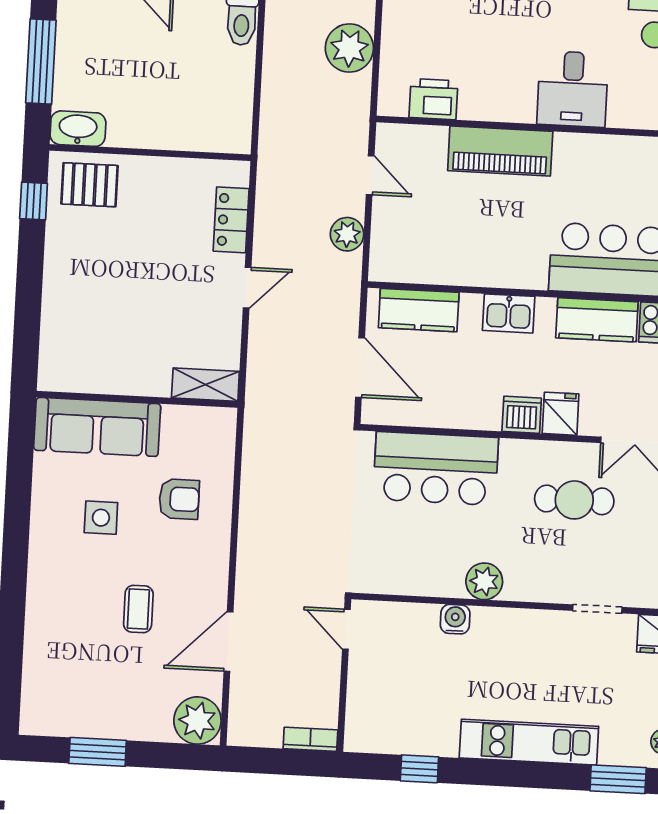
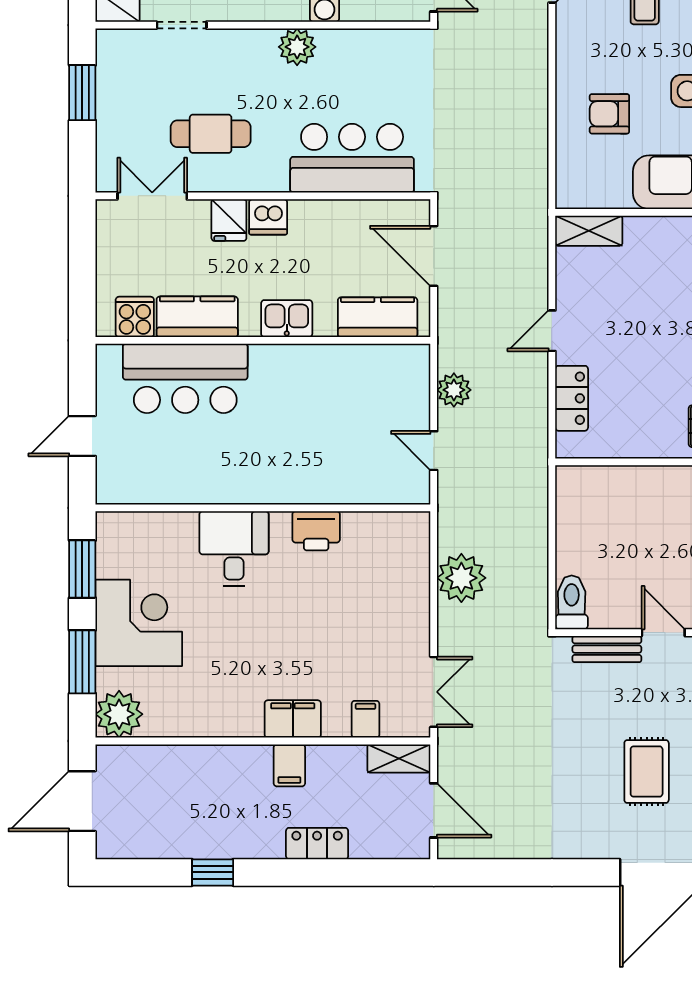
printer: (433, 99) -> (316, 531), moved
piano: (500, 151) -> (304, 482), removed

